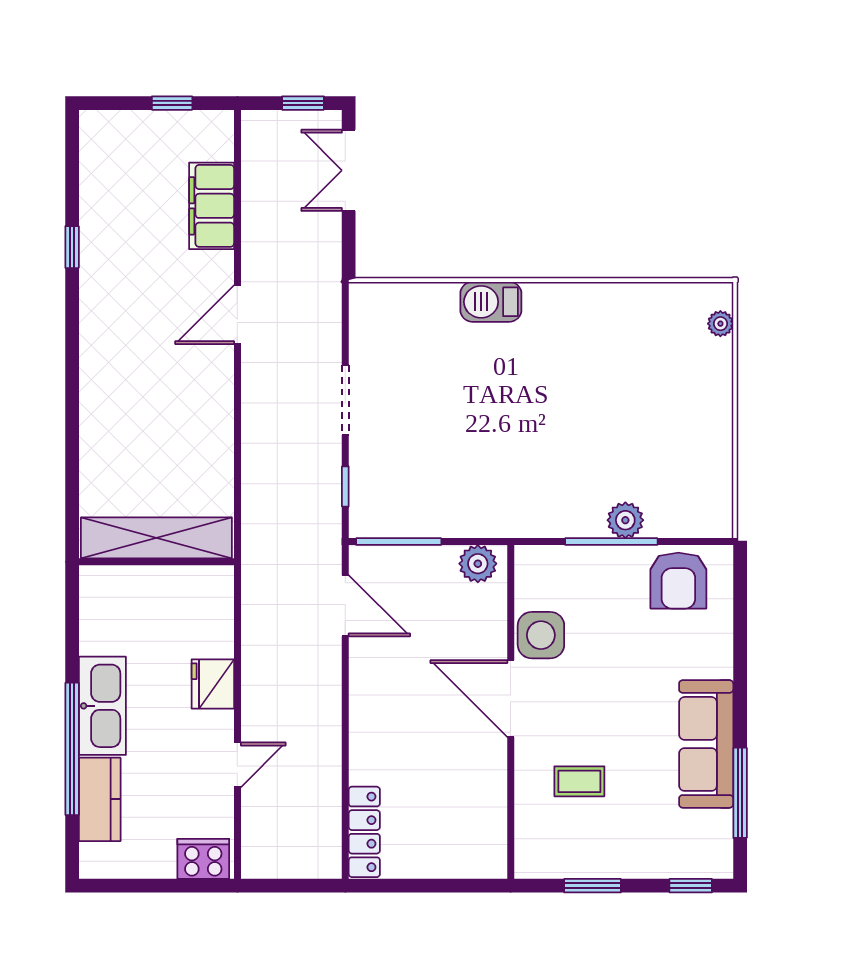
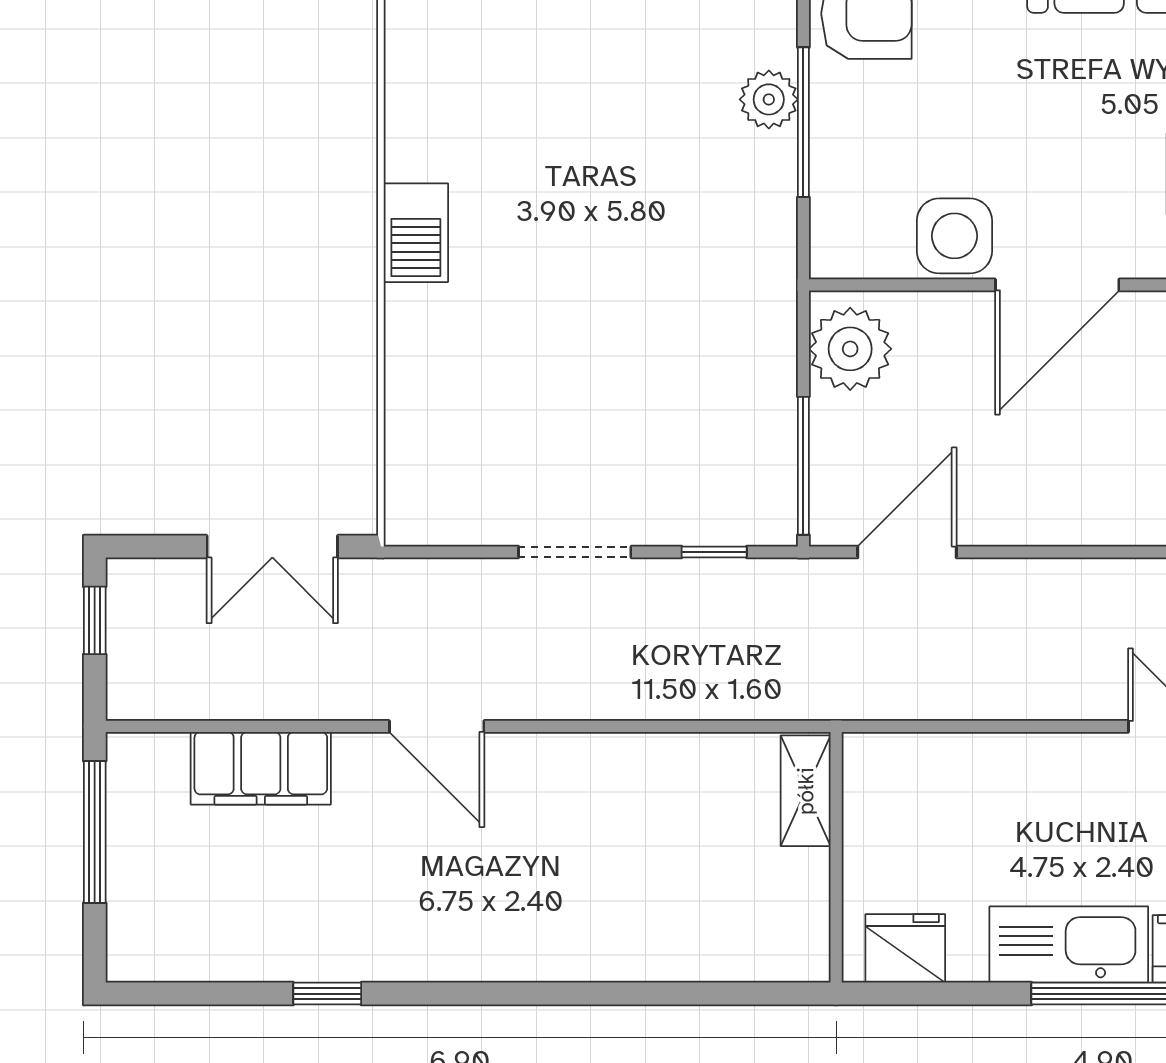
window: (172, 103) -> (95, 832), width x2.17
double door: (349, 170) -> (272, 547), moved
barbecue: (491, 302) -> (416, 233), moved
shelving: (156, 538) -> (806, 791), width x0.45, depth x0.75
plant: (478, 564) -> (850, 349), width x1.36, depth x1.36
fridge: (213, 684) -> (905, 948), moved, turned 180

